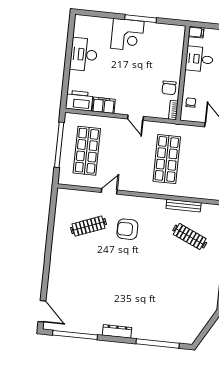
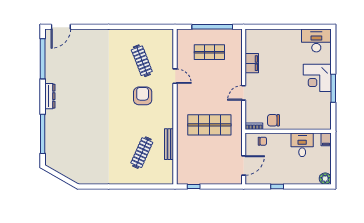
desk: (84, 54) -> (316, 41), moved
printer: (79, 101) -> (254, 41), removed
shop shelf: (87, 151) -> (209, 52), width x0.70, depth x0.74

